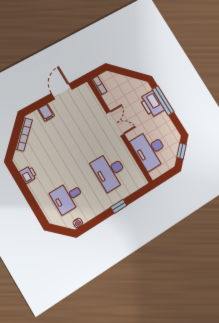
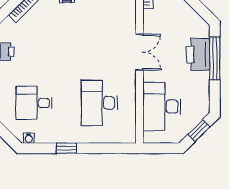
window: (119, 206) -> (66, 148), moved

